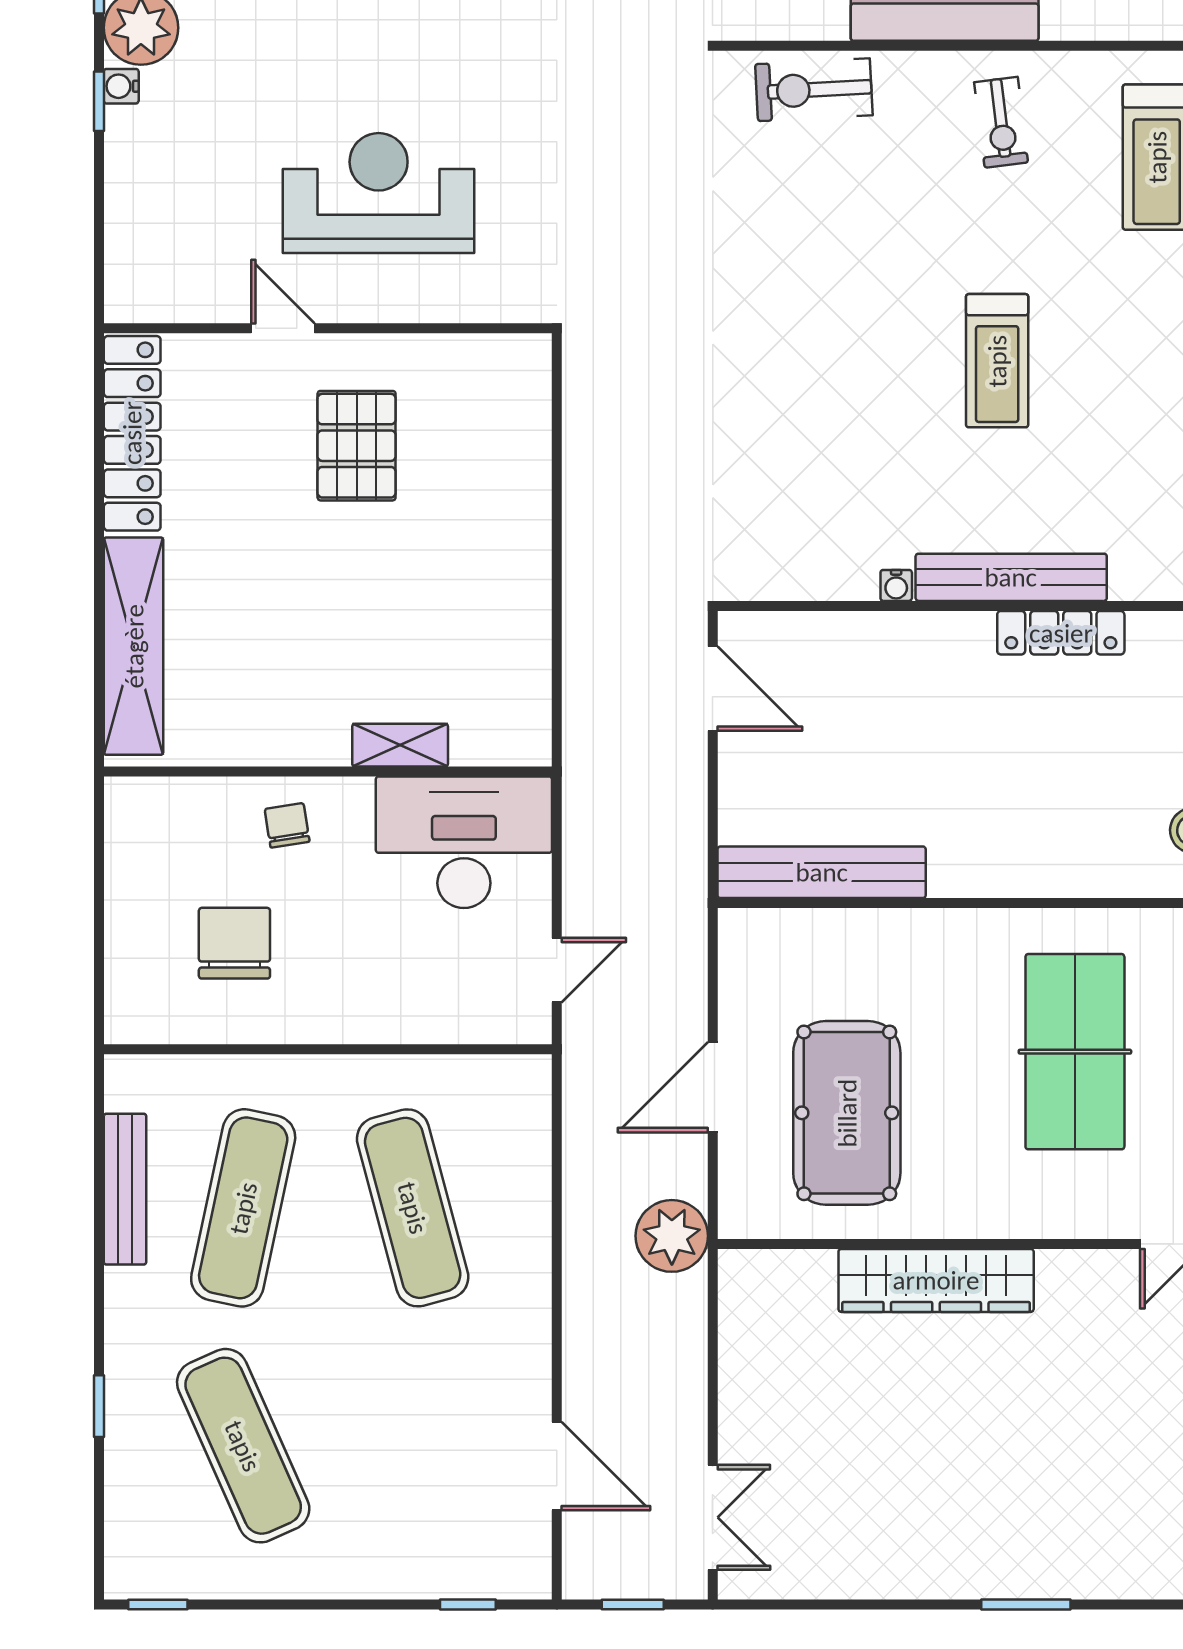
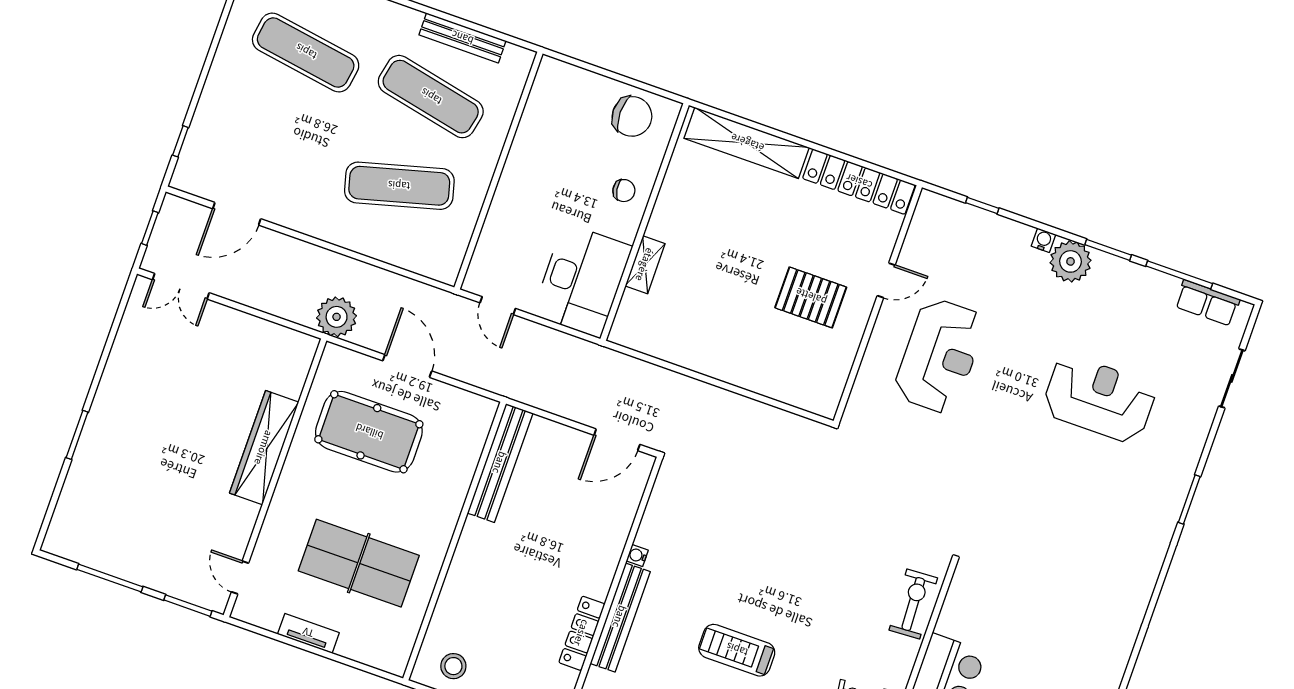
window: (99, 101) -> (982, 206), moved
chair: (234, 943) -> (632, 116), moved
exercise mat: (243, 1446) -> (306, 52), turned 33

